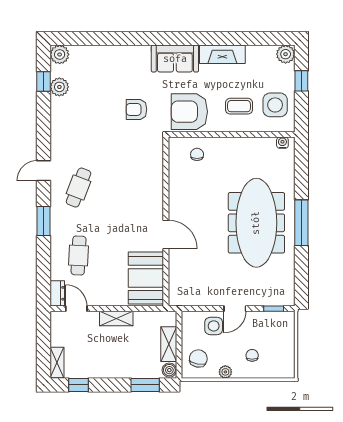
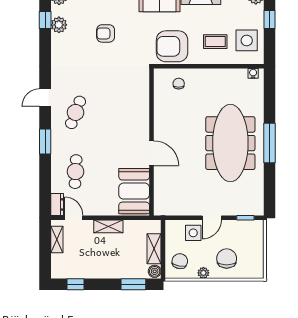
armchair: (136, 109) -> (106, 33), moved
chair: (252, 355) -> (227, 258), width x1.87, depth x1.87
shelving: (57, 362) -> (57, 239), moved

